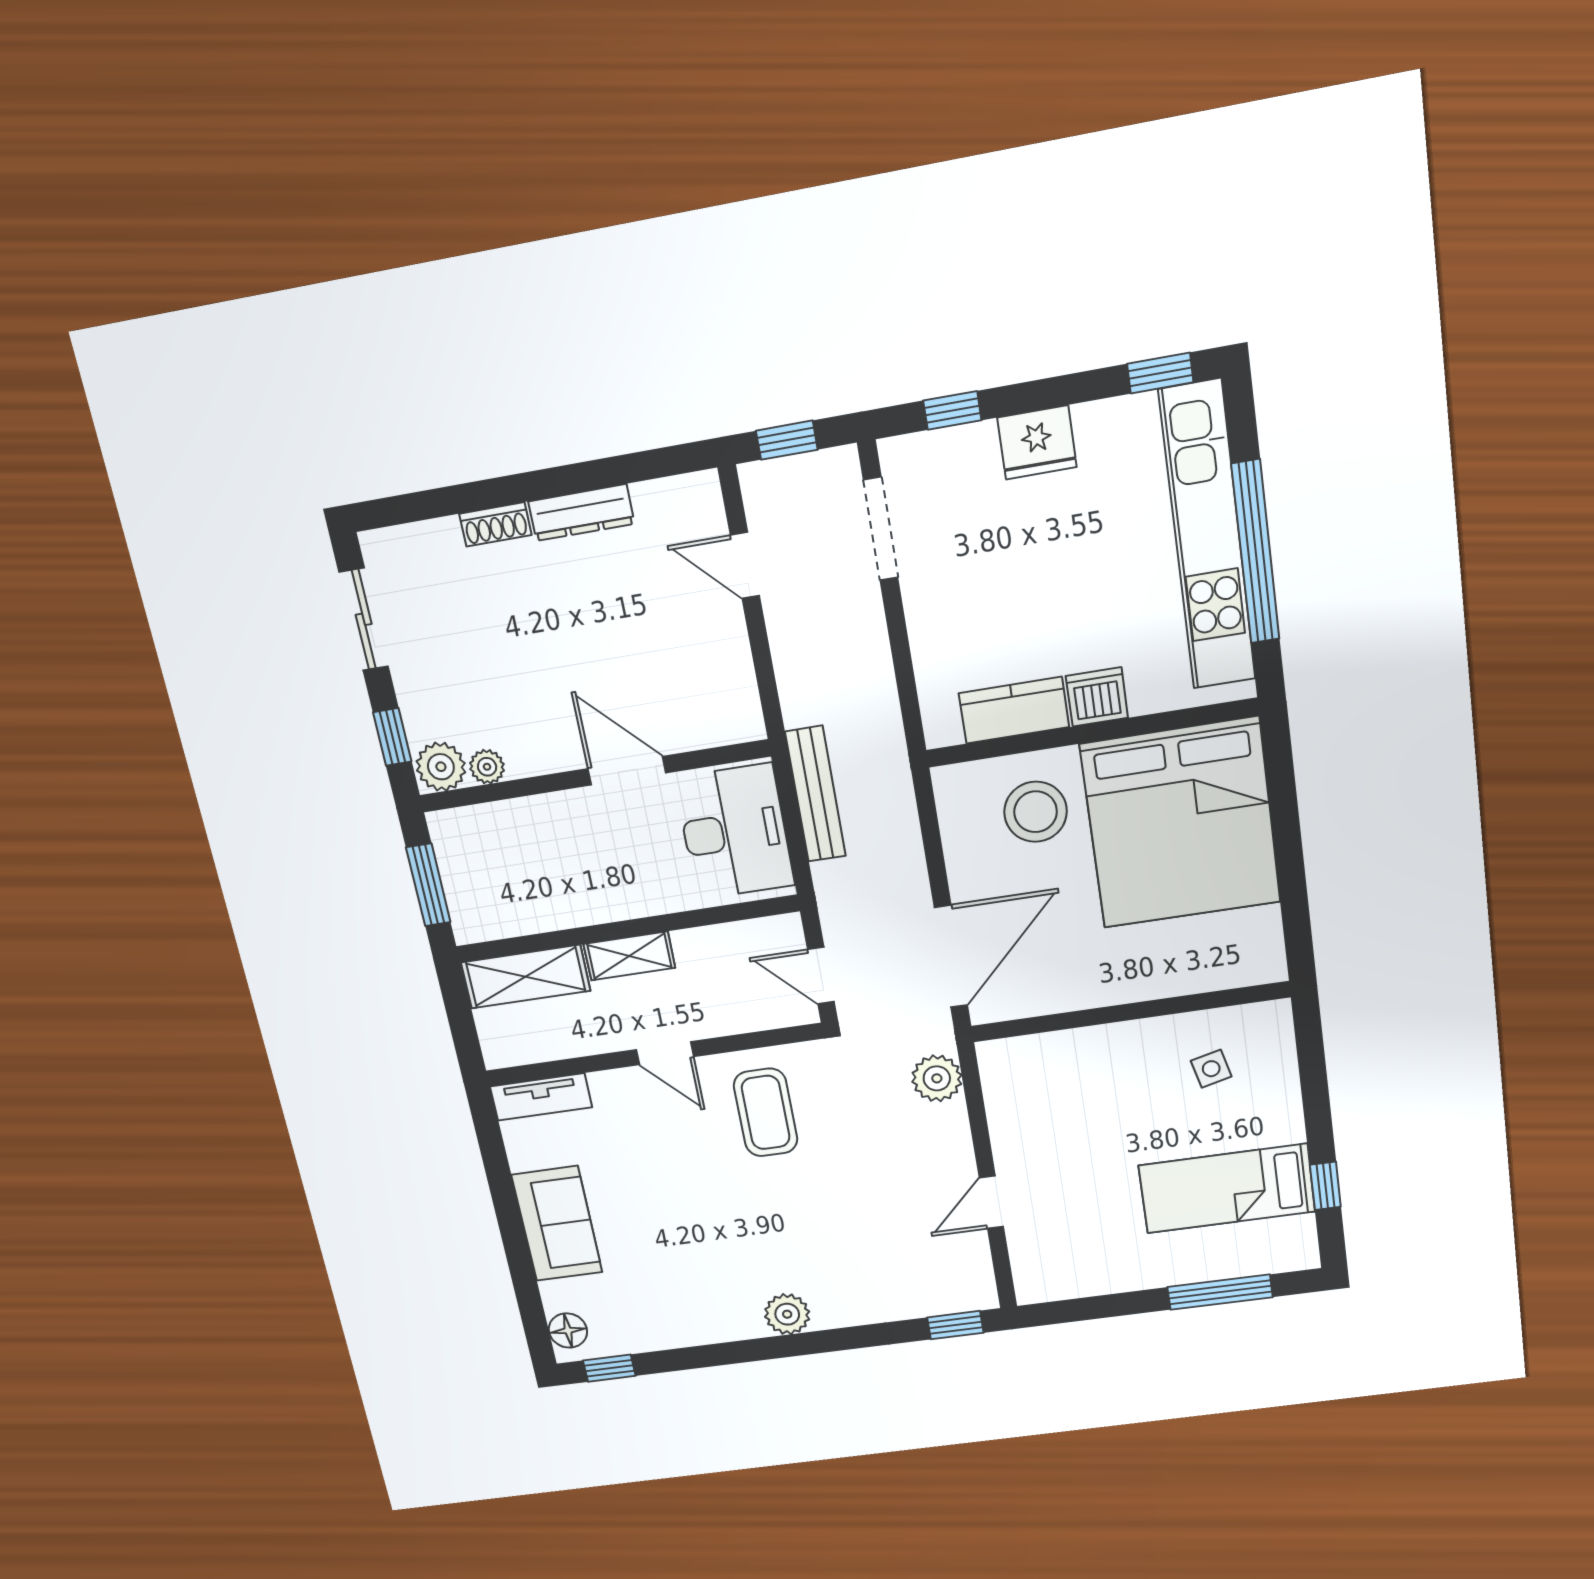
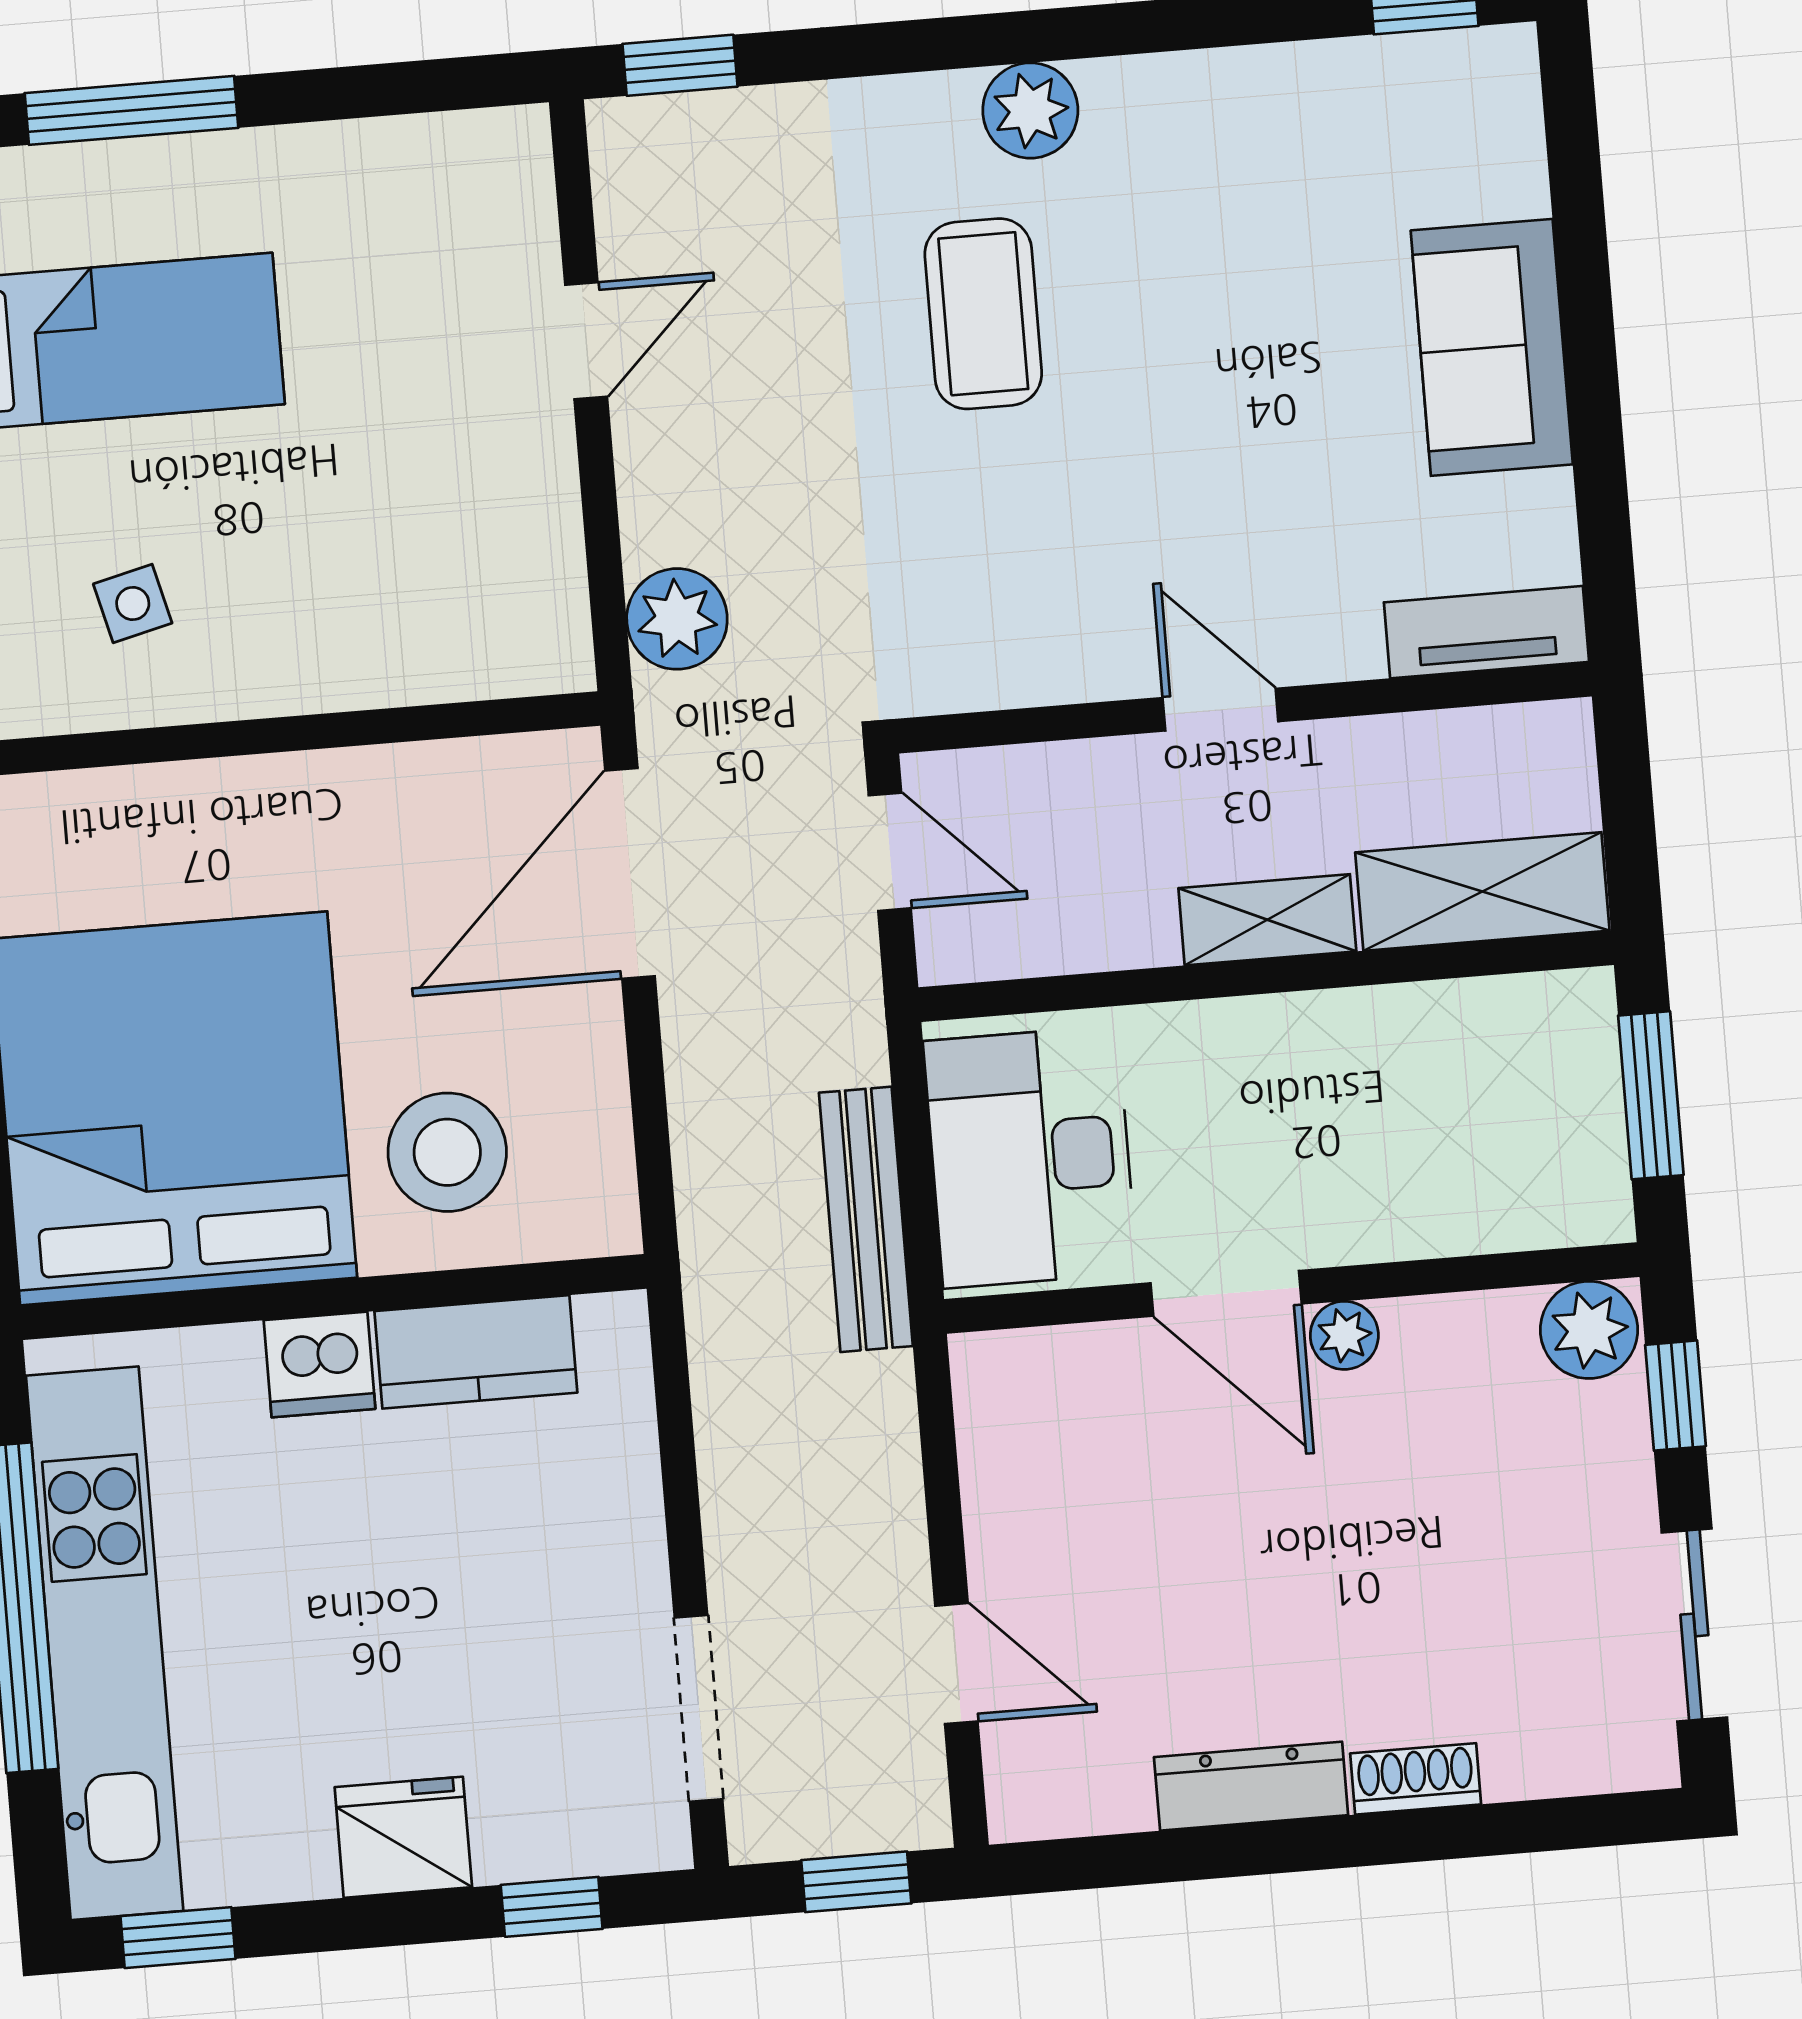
plant: (487, 767) -> (1344, 1335), moved
coffee table: (766, 1113) -> (983, 314), moved
floor lamp: (568, 1331) -> (1502, 98), removed

